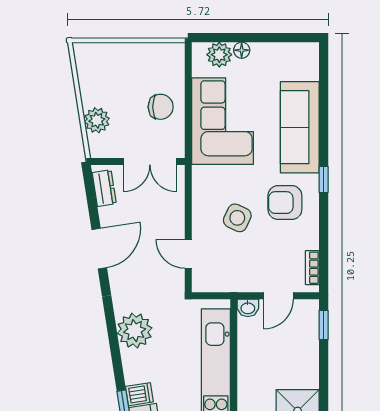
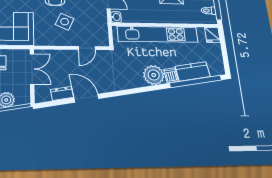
dresser: (104, 188) -> (62, 93), moved
plant: (135, 331) -> (154, 75), moved

